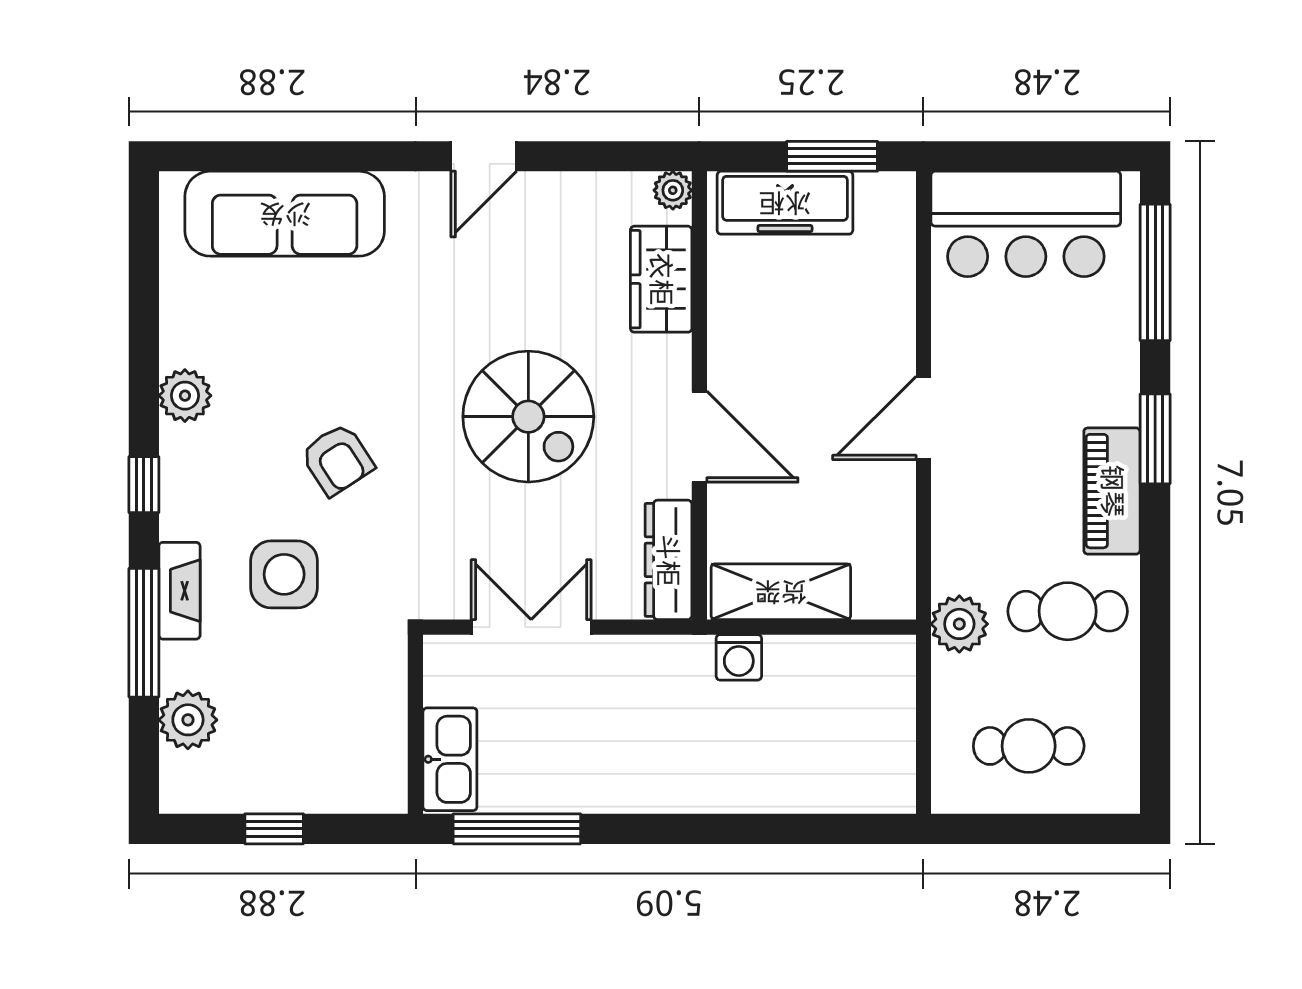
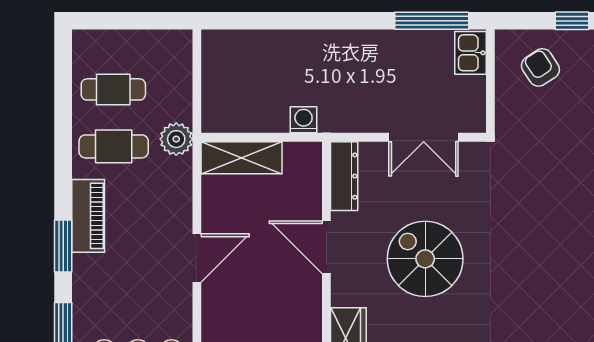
armchair: (337, 459) -> (540, 67), moved
side table: (284, 574) -> (566, 168), removed
shelving: (781, 592) -> (241, 158), moved
cafe table: (1029, 746) -> (113, 89), moved
kitchen sink: (450, 759) -> (470, 53), width x0.73

